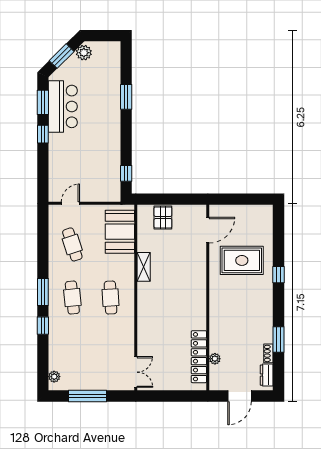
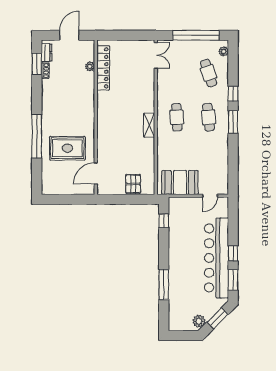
window: (126, 97) -> (164, 284), width x1.44
bar counter: (63, 106) -> (216, 258), width x1.86
booth: (120, 232) -> (180, 183), moved, turned 90
cafe table: (72, 244) -> (209, 73), moved
shelving: (144, 267) -> (149, 125), moved
window: (279, 275) -> (37, 136), width x3.17
window: (279, 339) -> (37, 64), moved
double door: (136, 372) -> (156, 55), swing flipped
window: (88, 396) -> (196, 35), width x1.46

